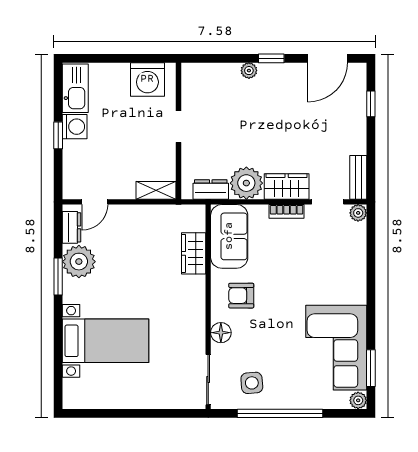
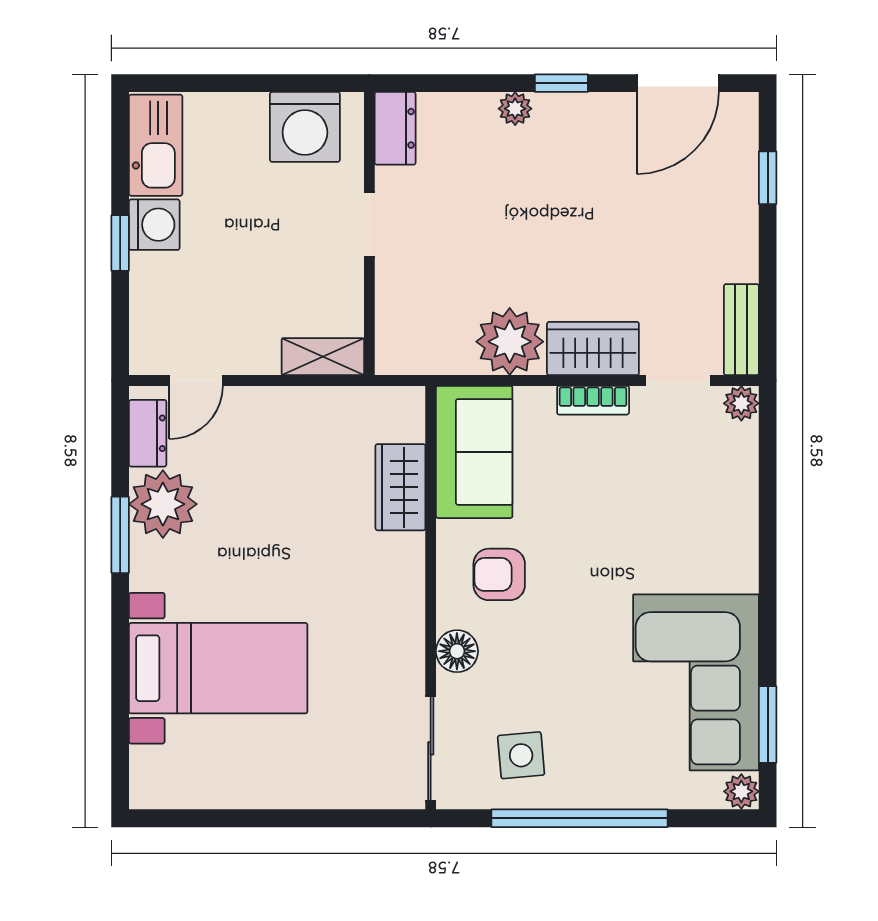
dresser: (211, 189) -> (395, 128), moved, turned 90

